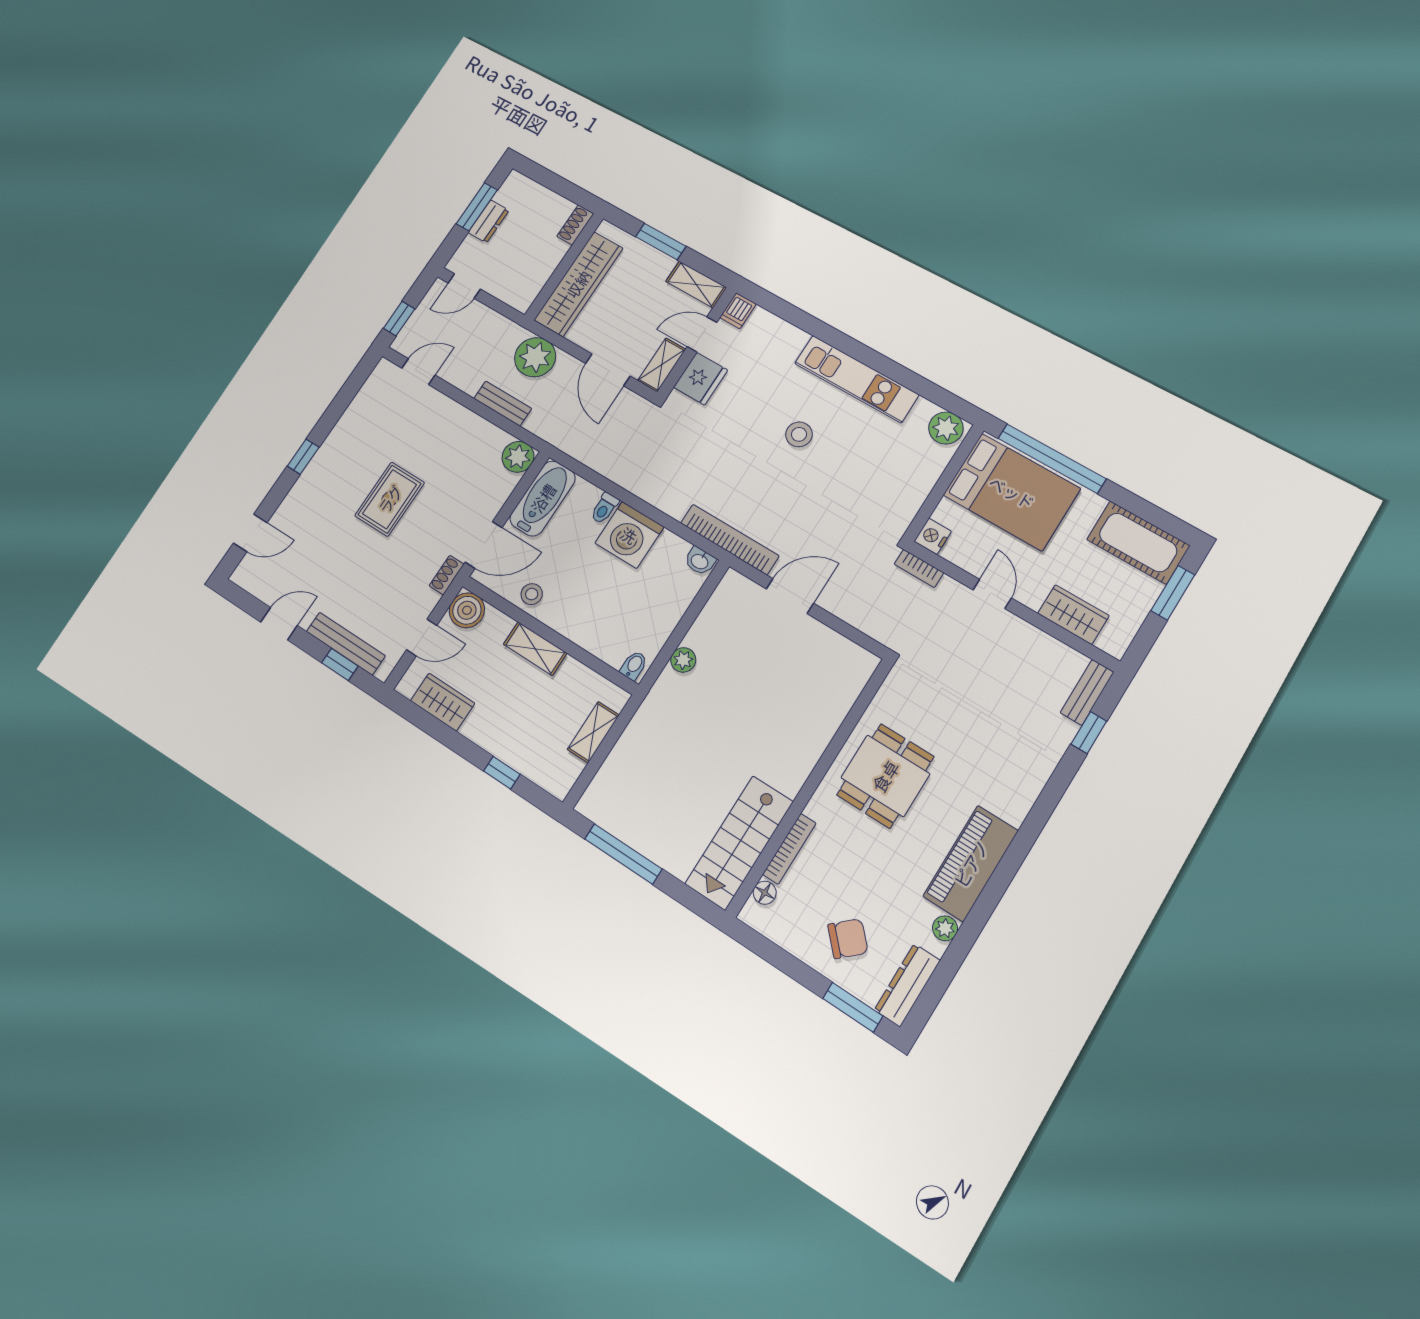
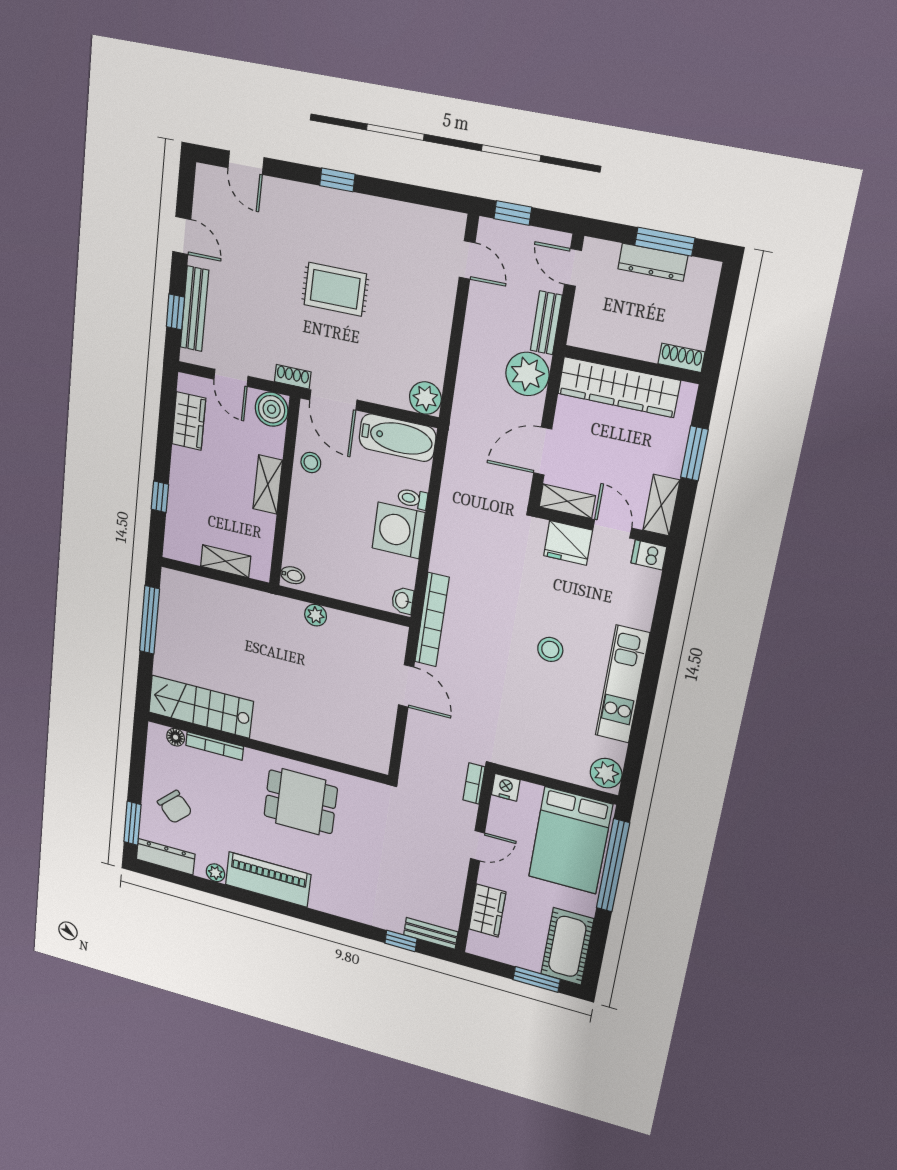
dresser: (489, 221) -> (653, 262), width x1.44
bench: (503, 403) -> (546, 323), moved

